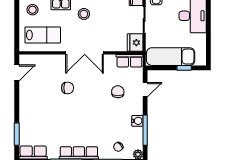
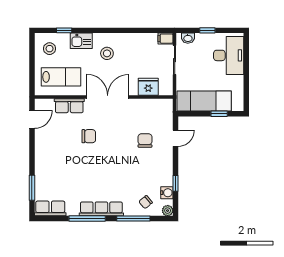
fridge: (135, 43) -> (148, 87), moved, turned 90
double door: (85, 53) -> (108, 97), swing flipped
row of seats: (129, 61) -> (69, 106), moved
water cooler: (137, 121) -> (167, 193), moved
window: (145, 130) -> (176, 183), width x0.46

